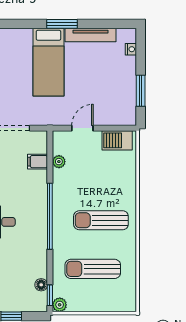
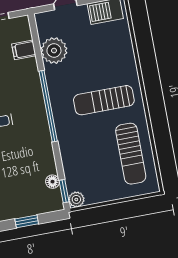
plant: (59, 162) -> (54, 51), width x1.88, depth x1.88
sun lounger: (93, 269) -> (131, 154), moved, turned -90

